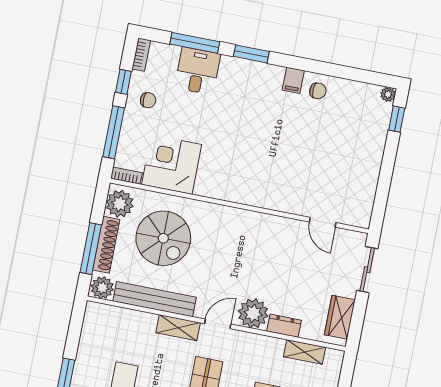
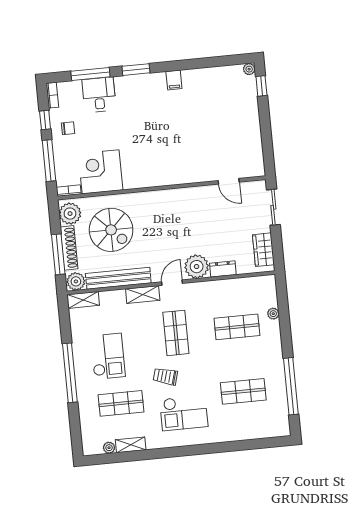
chair: (318, 91) -> (195, 82), removed
shelving: (305, 352) -> (83, 300), moved

